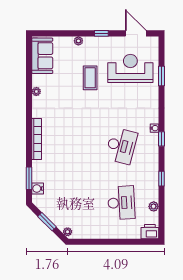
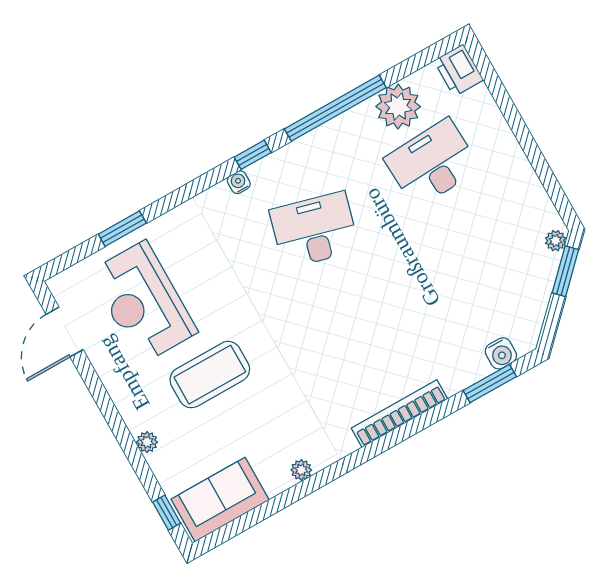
window: (101, 33) -> (167, 513), moved
coffee table: (90, 78) -> (210, 375), width x1.36, depth x1.32
window: (162, 179) -> (335, 108), width x3.17
plant: (154, 206) -> (398, 107), width x1.87, depth x1.87
window: (47, 222) -> (565, 271), moved

